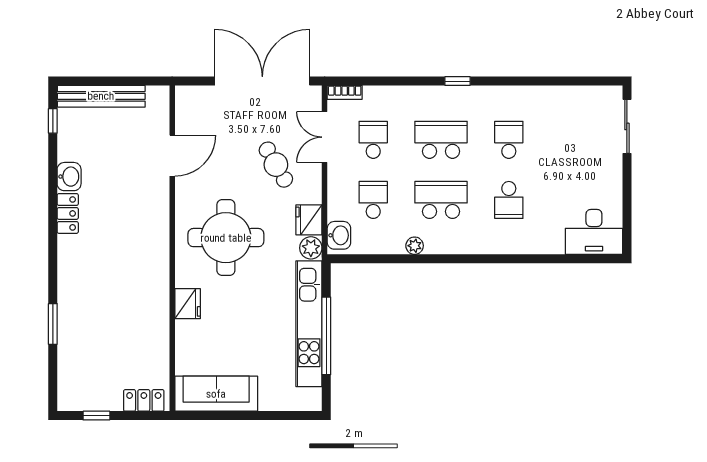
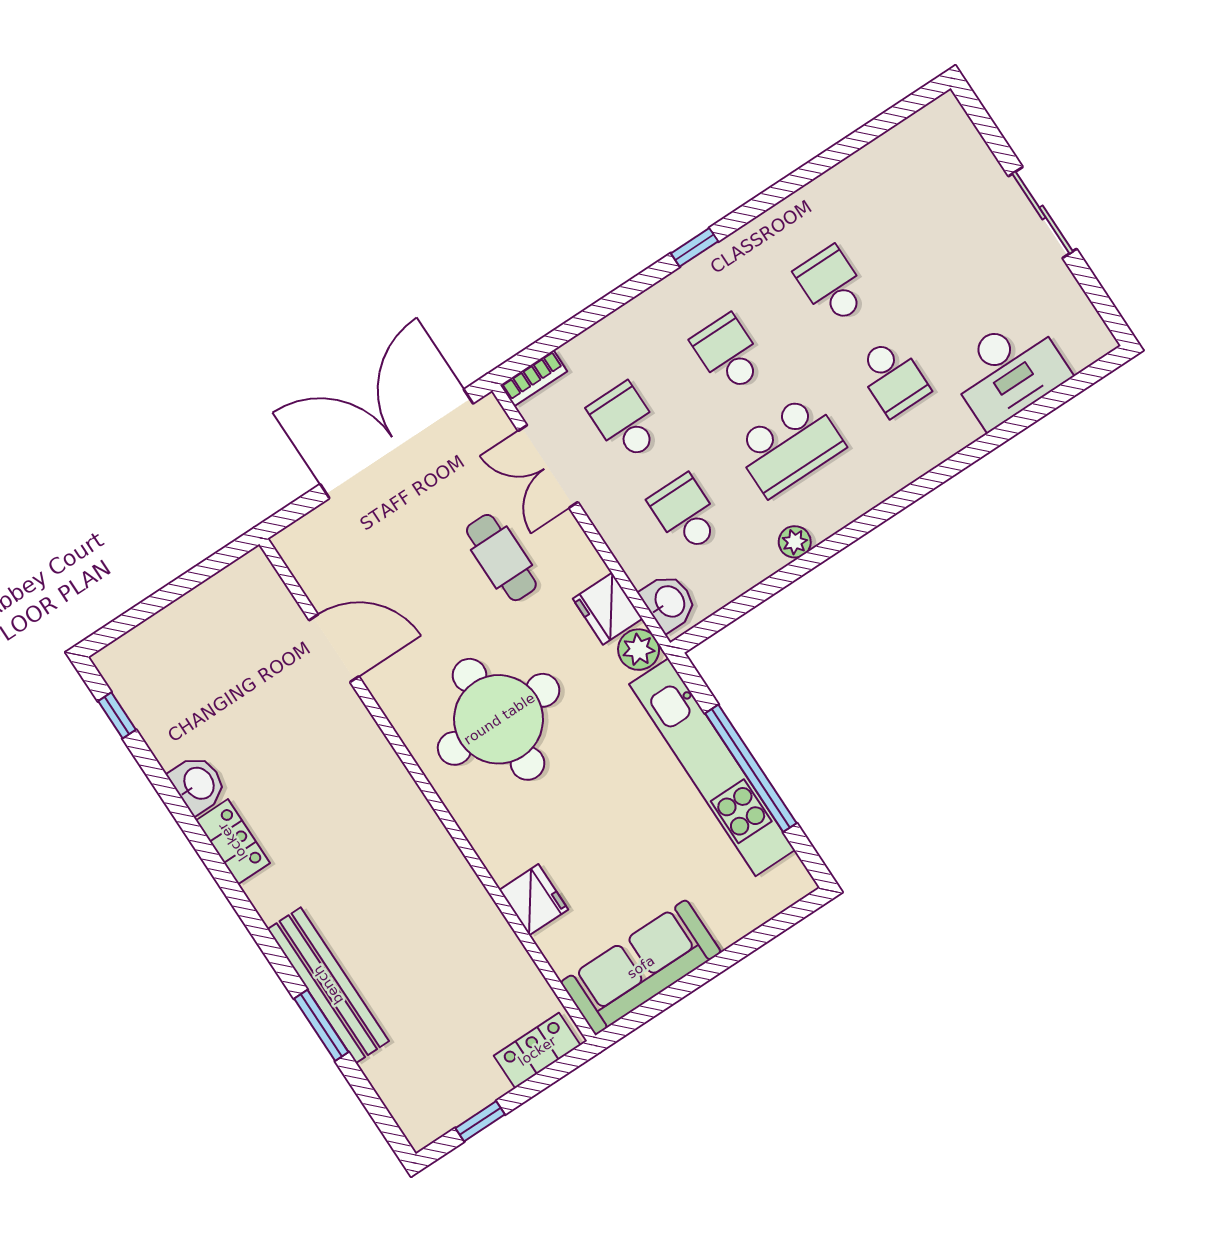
bench: (101, 96) -> (328, 985), moved, turned 90
sliding door: (627, 126) -> (1043, 213), moved
school desk: (441, 140) -> (728, 354), width x0.54
door: (172, 156) -> (334, 648), hinge flipped
cafe table: (276, 165) -> (501, 558), turned 30
school desk: (441, 200) -> (789, 445), turned 180
desk: (594, 232) -> (1008, 371), moved
fridge: (188, 304) -> (534, 900), moved

